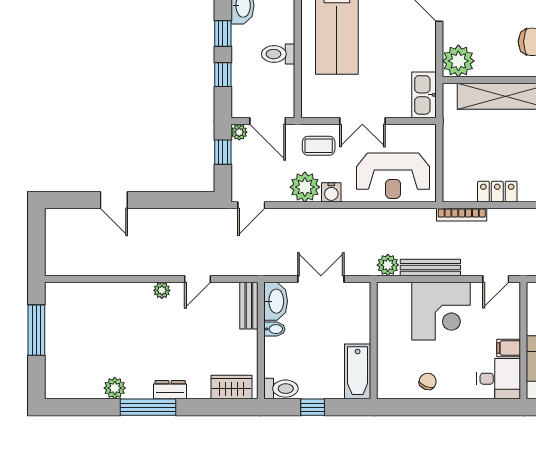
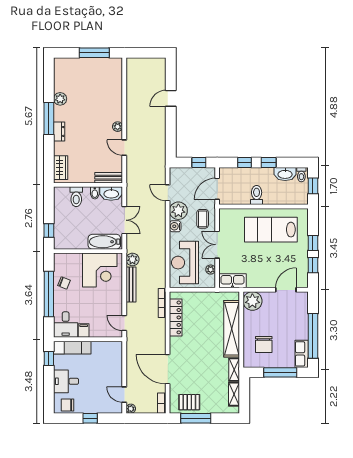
plant: (239, 132) -> (211, 270), moved
locker: (497, 192) -> (176, 317), width x1.53
door: (251, 205) -> (168, 193), moved
corner desk: (441, 311) -> (100, 270), moved, turned -90
bathtub: (358, 371) -> (104, 242), moved
toilet: (281, 389) -> (76, 197), moved
window: (313, 407) -> (49, 230), moved
window: (446, 407) -> (49, 294), added

